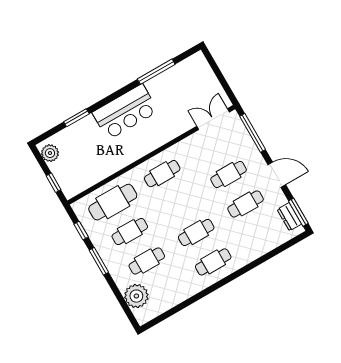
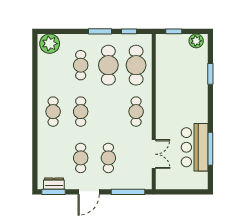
bar counter: (125, 112) -> (195, 147), moved
double door: (213, 119) -> (154, 154), moved
cafe table: (130, 232) -> (108, 65), width x1.37, depth x1.35
plant: (136, 296) -> (50, 44), moved

